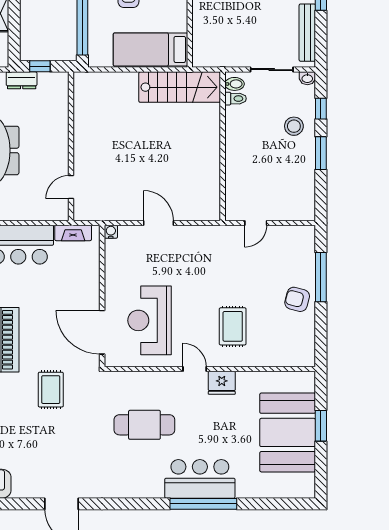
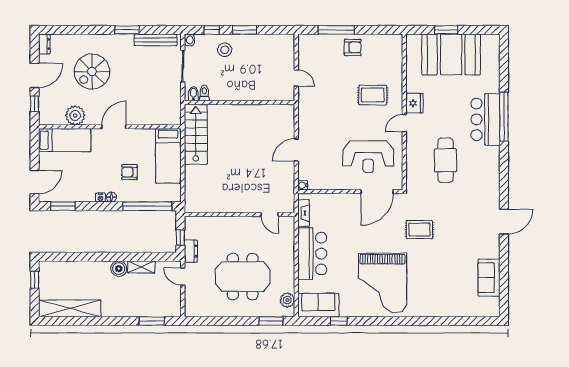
armchair: (297, 299) -> (353, 47), turned -105

